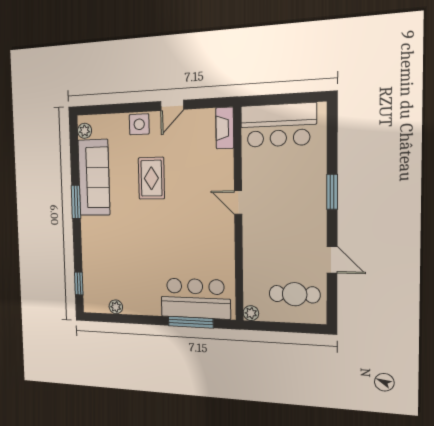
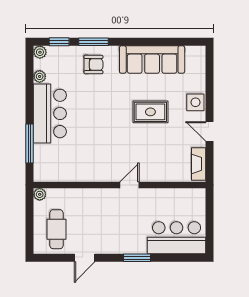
bar counter: (278, 125) -> (177, 238), moved, turned 90
fireplace: (225, 128) -> (199, 164), moved, turned -90
plant: (85, 131) -> (40, 52), moved
window: (76, 202) -> (94, 42), moved
armchair: (101, 245) -> (93, 65), added
bar counter: (195, 298) -> (50, 113), moved

